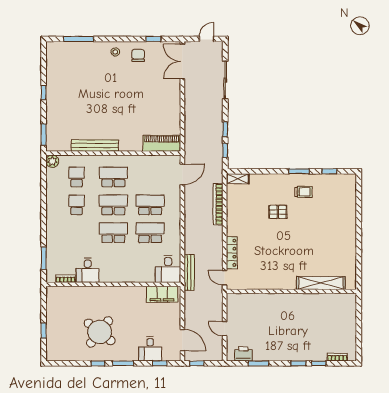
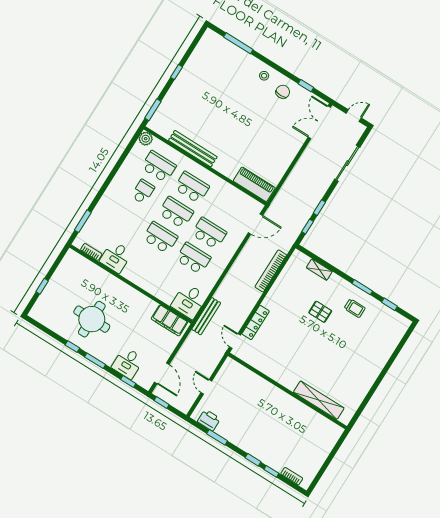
school desk: (77, 177) -> (159, 166), width x1.85
shelving: (238, 179) -> (319, 270), moved
round table: (100, 332) -> (92, 319), turned -38

